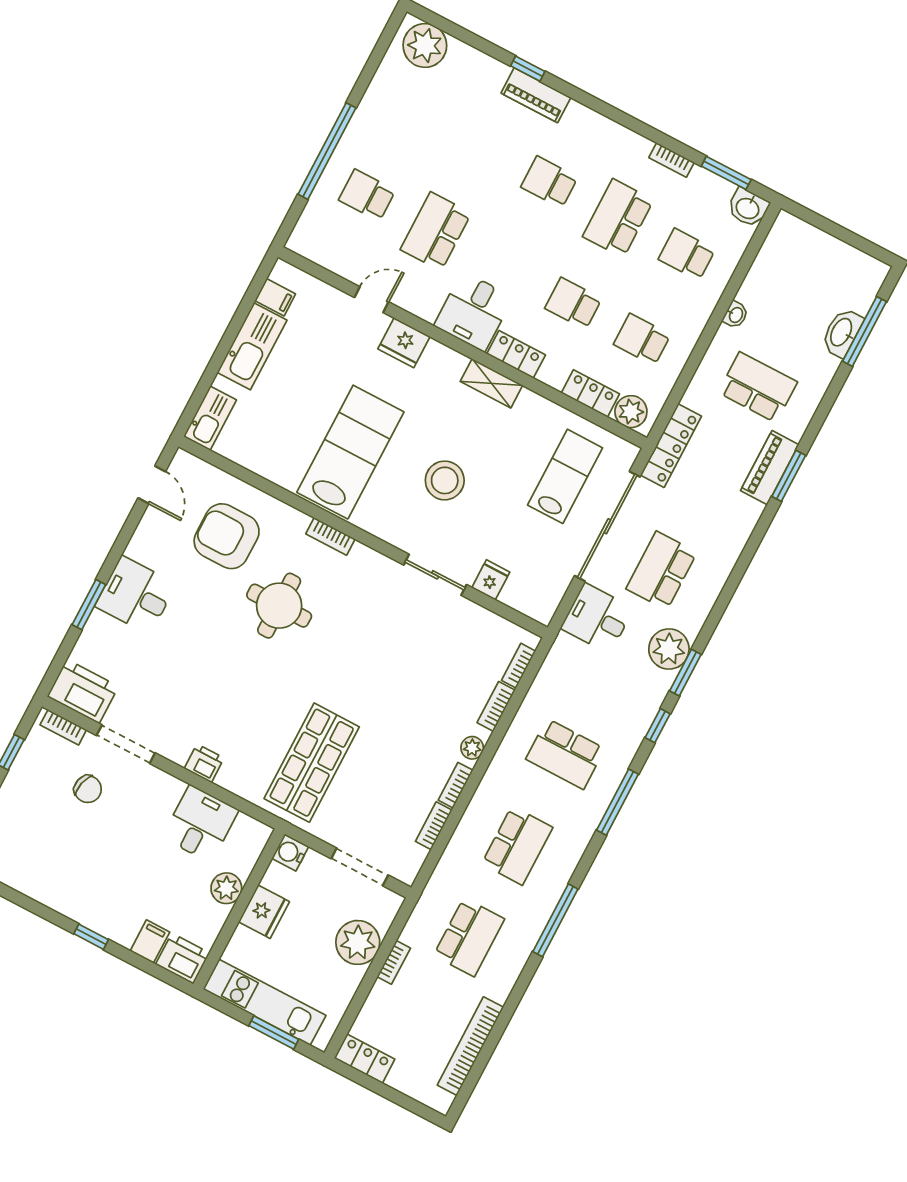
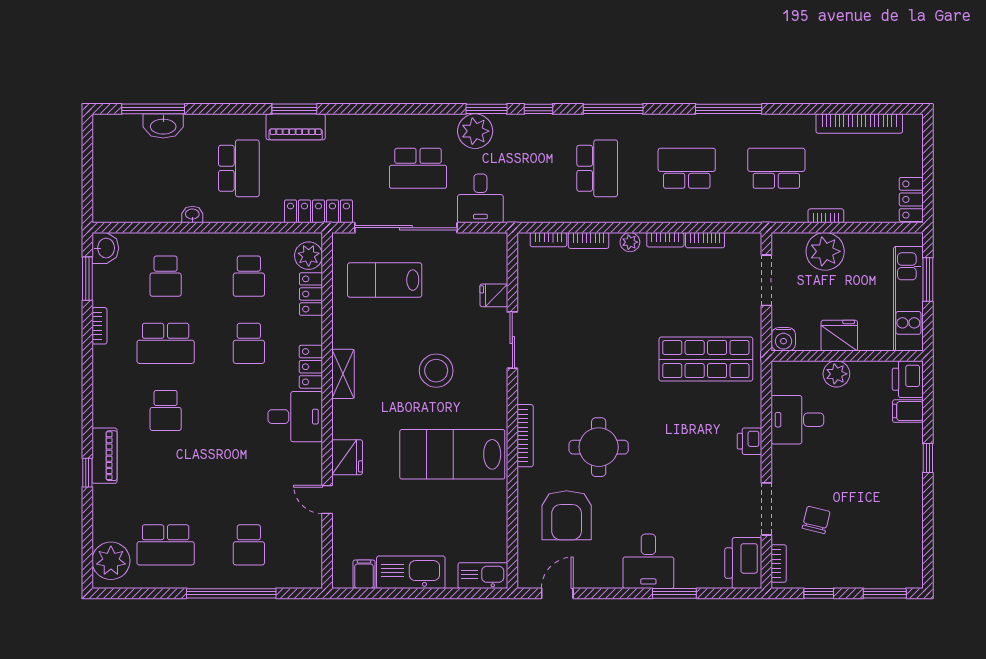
school desk: (436, 231) -> (166, 545), moved
school desk: (758, 387) -> (239, 168), turned 180
bookcase: (330, 536) -> (525, 436), width x1.56

